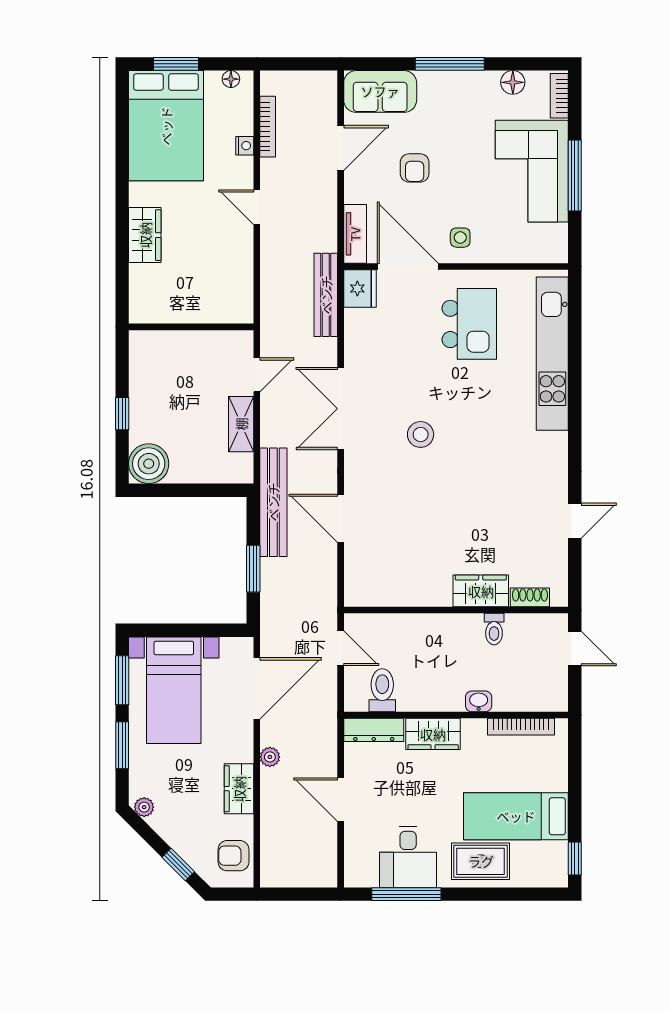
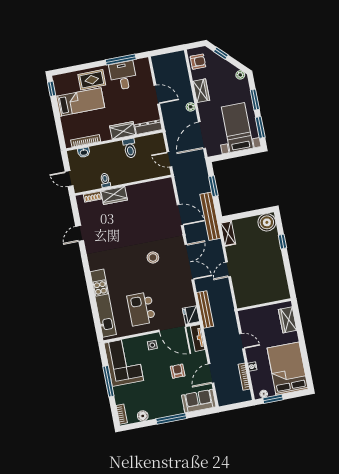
window: (176, 64) -> (273, 399), moved
corner sofa: (532, 171) -> (124, 362), moved
wall: (191, 327) -> (264, 305), moved
shelving: (241, 424) -> (228, 233), moved
toilet: (382, 690) -> (130, 148), moved
washbasin: (479, 701) -> (84, 152), moved

